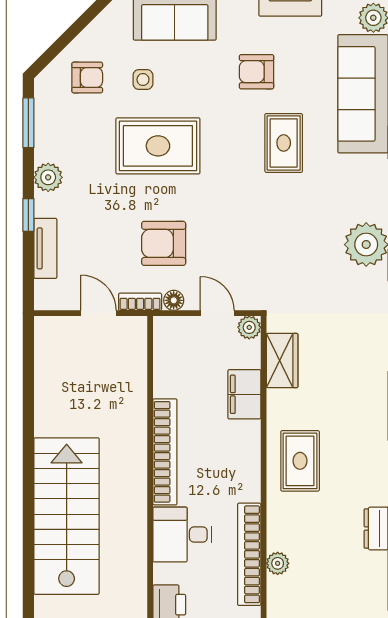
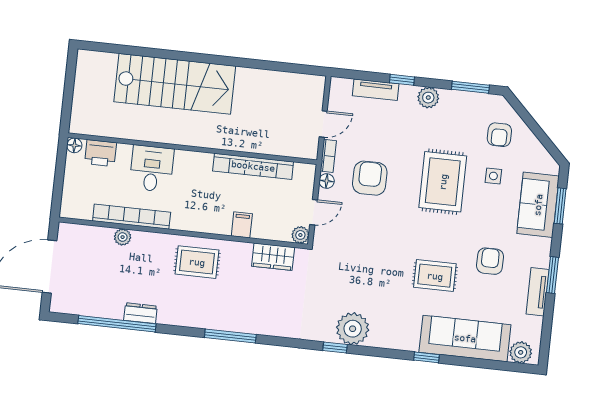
filing cabinet: (244, 394) -> (242, 225), width x0.50
bookcase: (165, 452) -> (253, 166), moved

